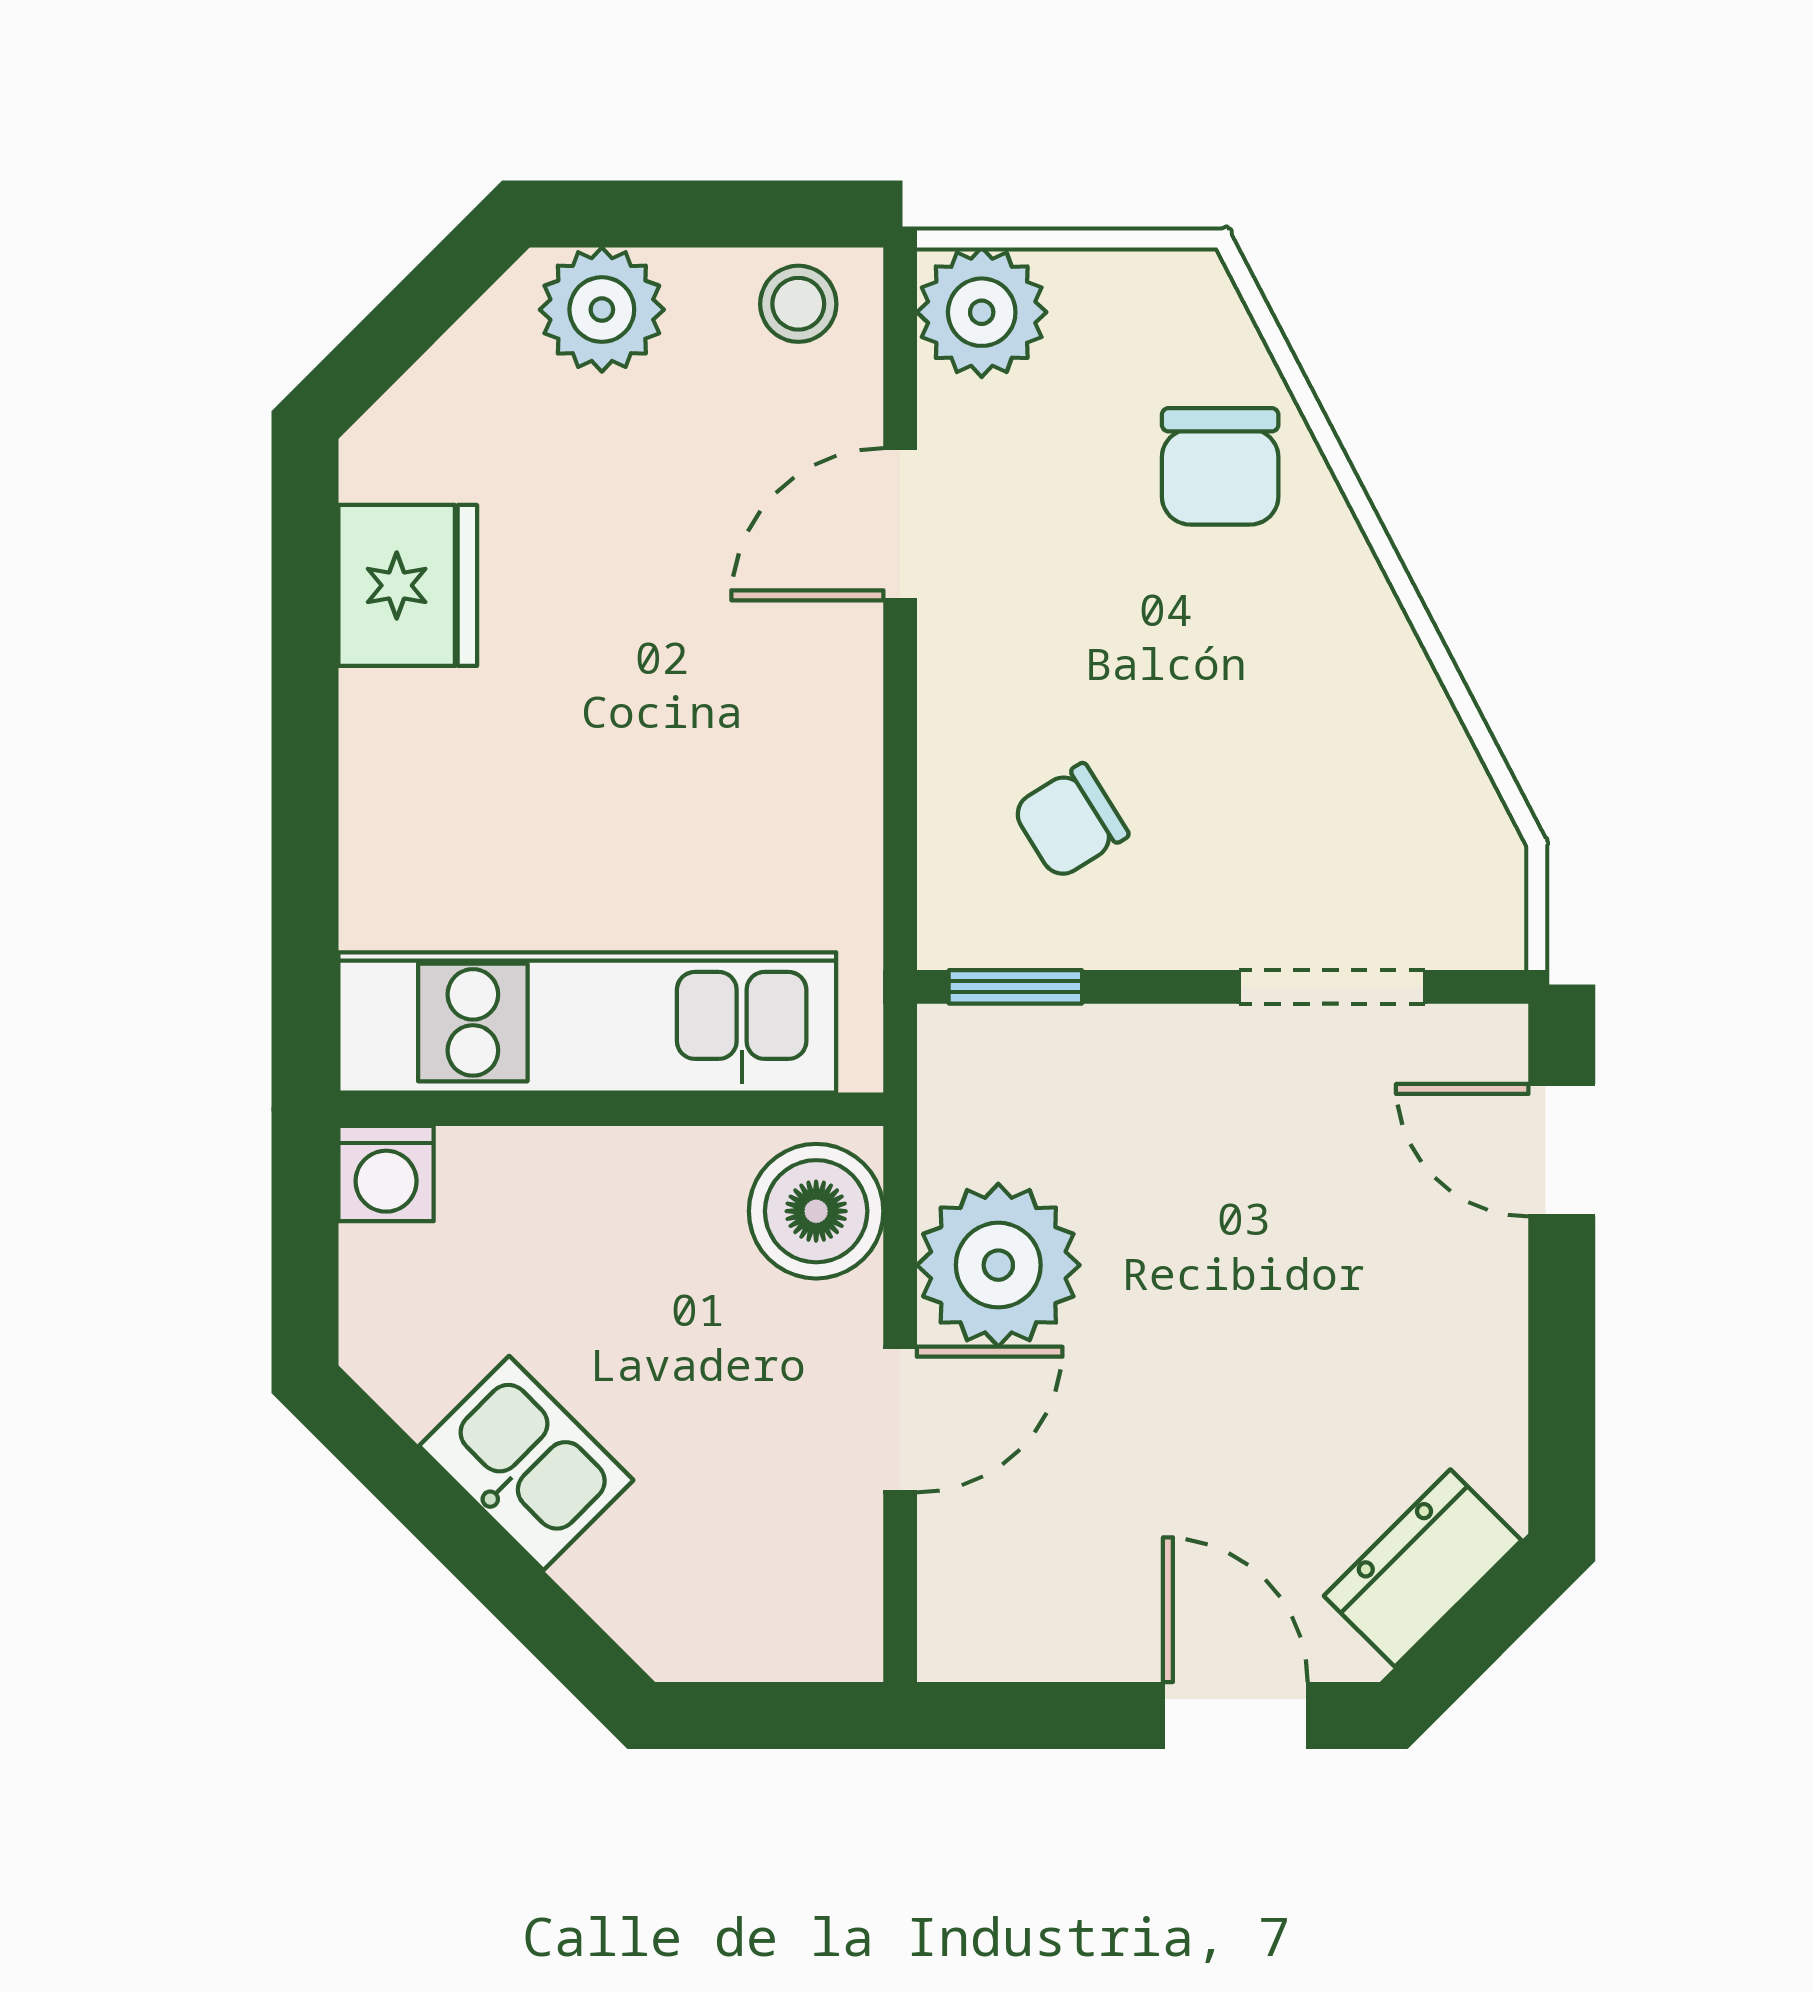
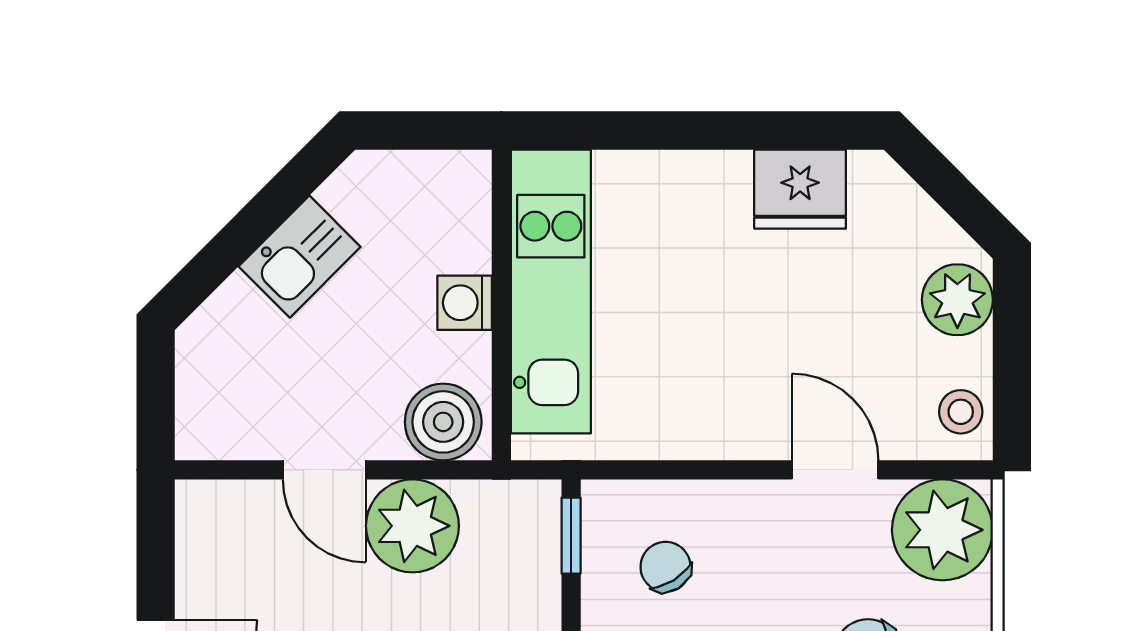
plant: (982, 312) -> (942, 530), width x1.36, depth x1.36
washing machine: (386, 1174) -> (465, 303), moved

